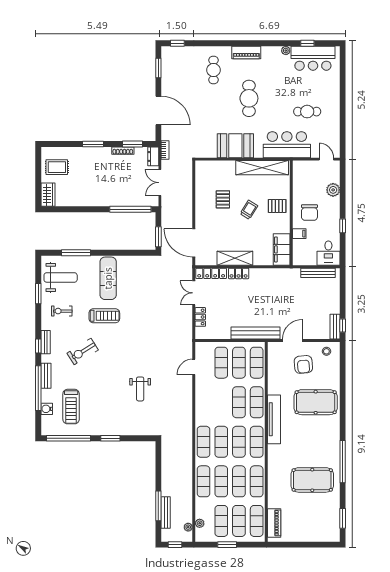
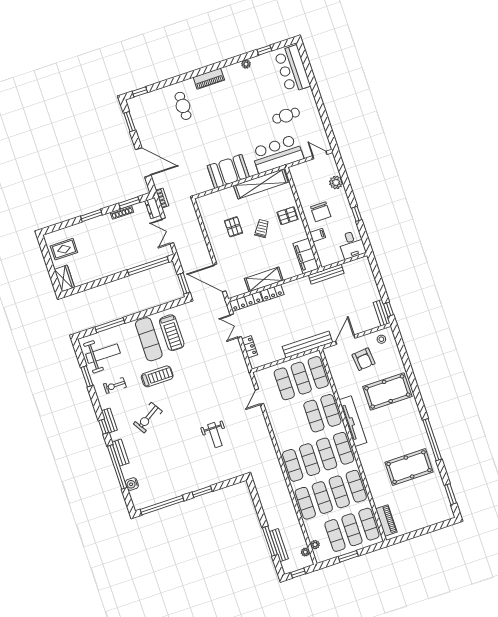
bar counter: (313, 58) -> (292, 69), moved, turned 90
cafe table: (249, 98) -> (226, 122), removed
bench: (318, 273) -> (326, 274), moved
treadmill: (71, 407) -> (172, 333), moved

